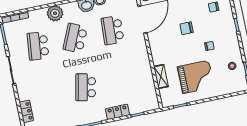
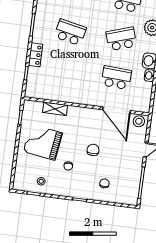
school desk: (75, 38) -> (121, 39), turned -42
grand piano: (196, 77) -> (43, 142), turned 98

